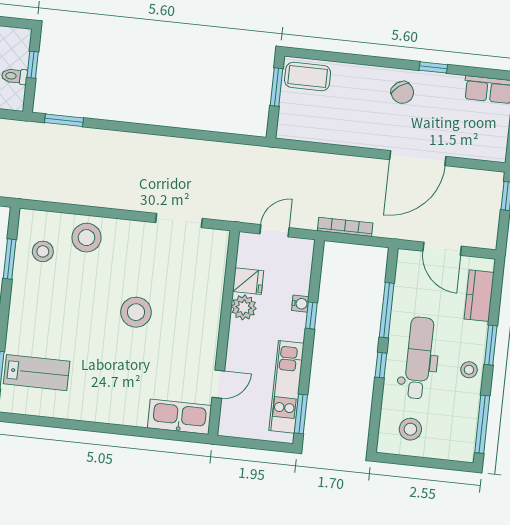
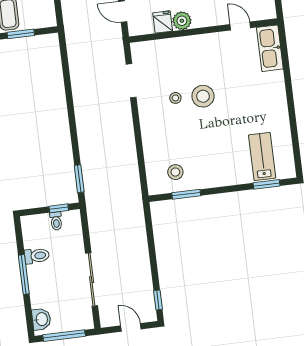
window: (33, 65) -> (59, 208), moved
stool: (87, 238) -> (175, 98), moved, width x0.53, depth x0.53

